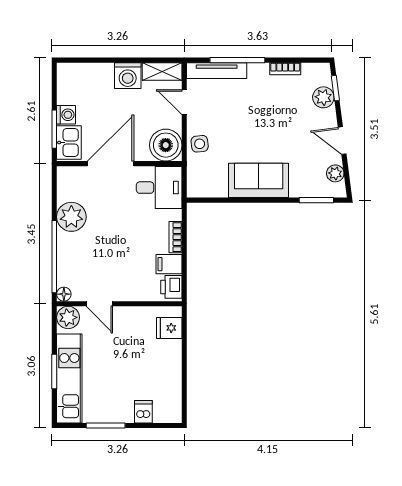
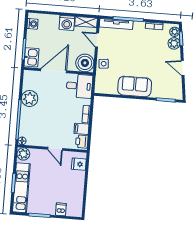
washing machine: (66, 115) -> (32, 24), moved
plant: (335, 173) -> (175, 32), moved
door: (99, 304) -> (55, 149), moved

